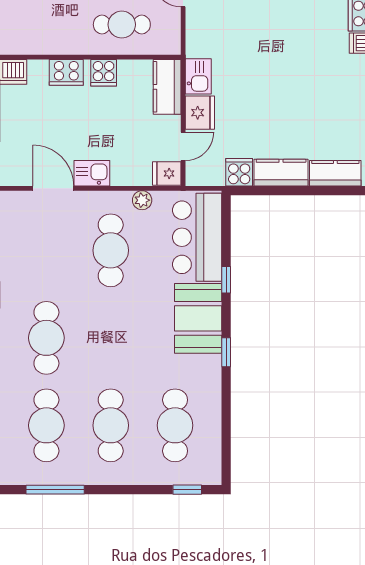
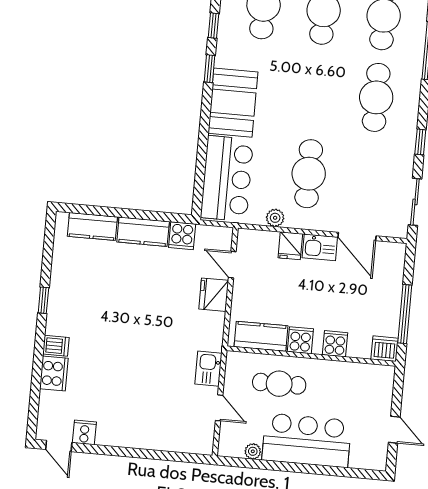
cooker: (66, 72) -> (335, 344), width x0.73
kitchen sink: (198, 76) -> (208, 369), moved
kitchen counter: (167, 87) -> (261, 336), moved, turned -90
door: (183, 146) -> (232, 265), hinge flipped
fridge: (167, 173) -> (290, 246), moved, turned 90
window: (226, 280) -> (213, 26), moved

